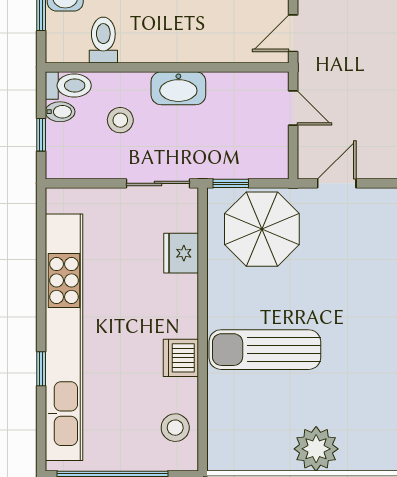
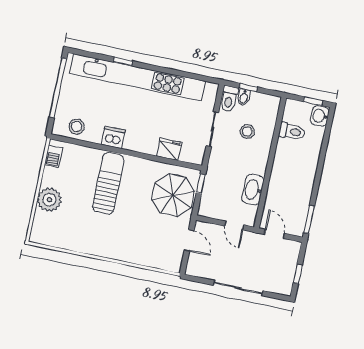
toilet: (68, 86) -> (229, 99), moved
washbasin: (178, 88) -> (253, 190), moved
door: (293, 108) -> (234, 226), hinge flipped
bidet: (60, 112) -> (244, 97), moved
sliding door: (158, 183) -> (212, 129), moved
barbecue: (237, 458) -> (53, 156), added

